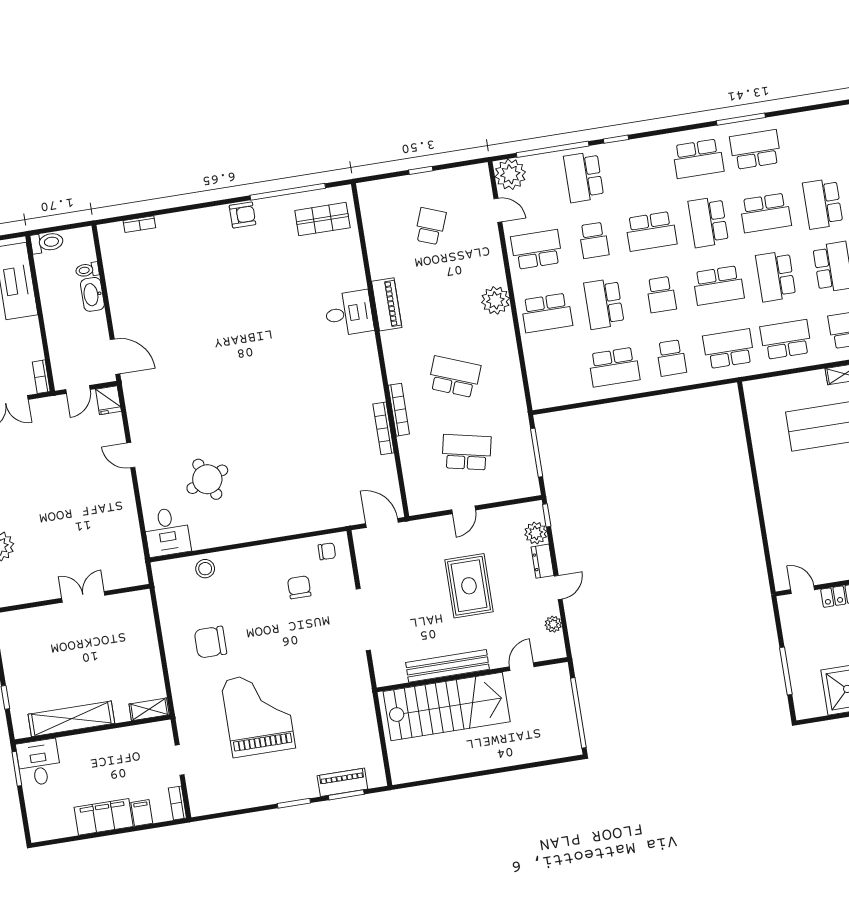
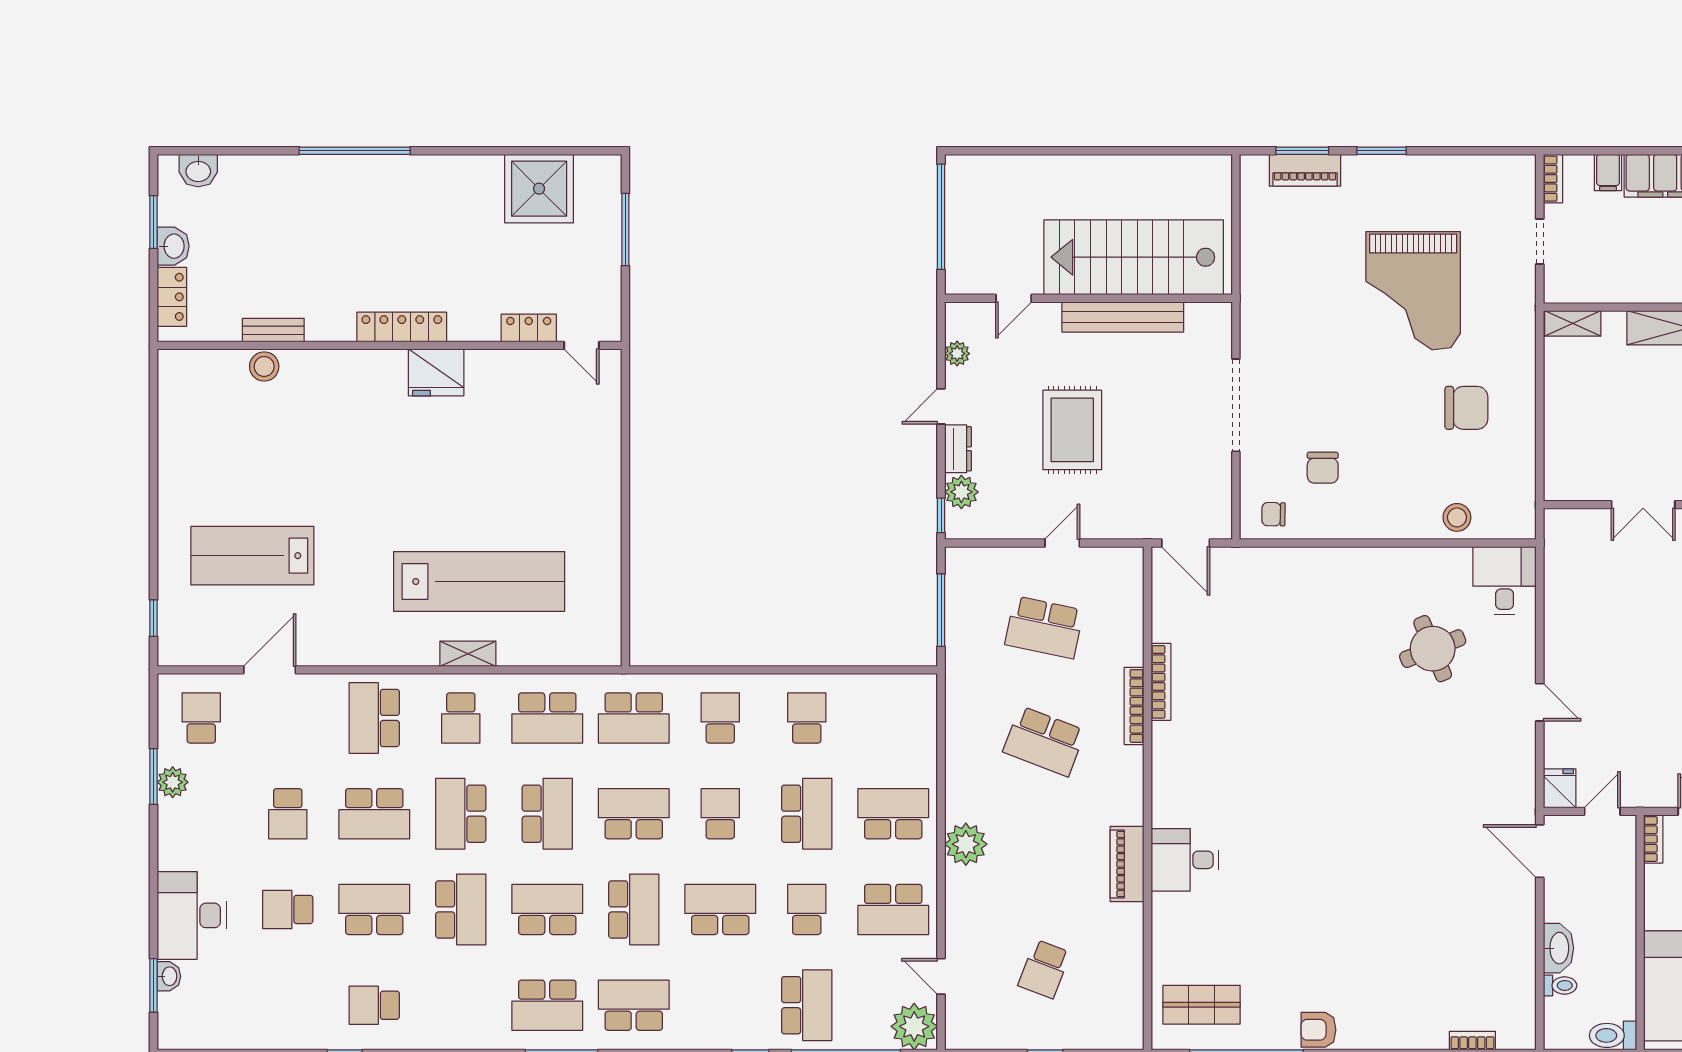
school desk: (614, 367) -> (807, 718), width x0.54

